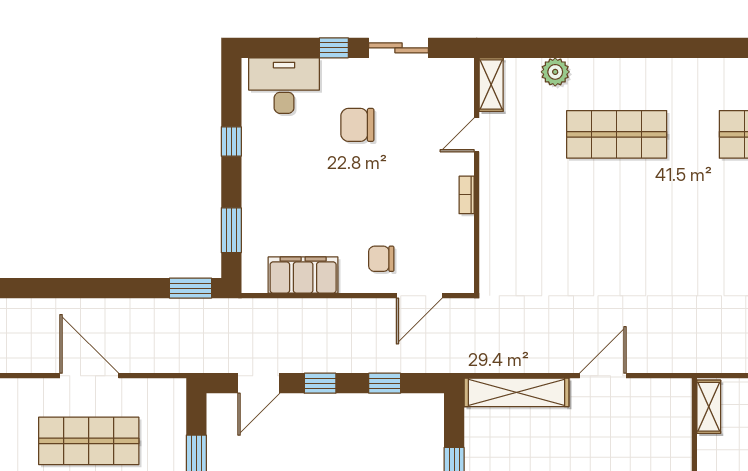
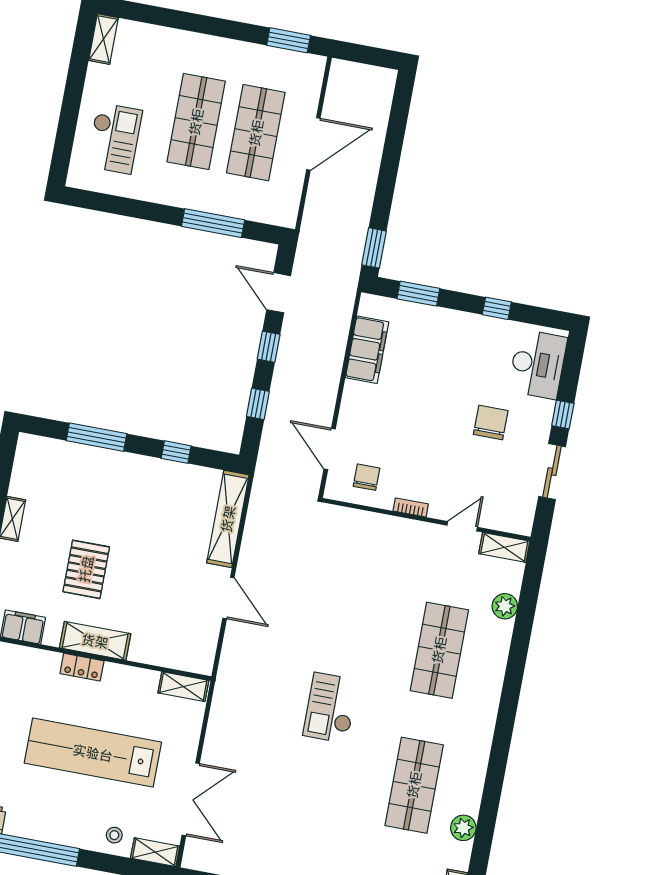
door: (477, 135) -> (462, 526), hinge flipped
checkout: (702, 241) -> (331, 708), added
chair: (381, 259) -> (366, 477), moved

